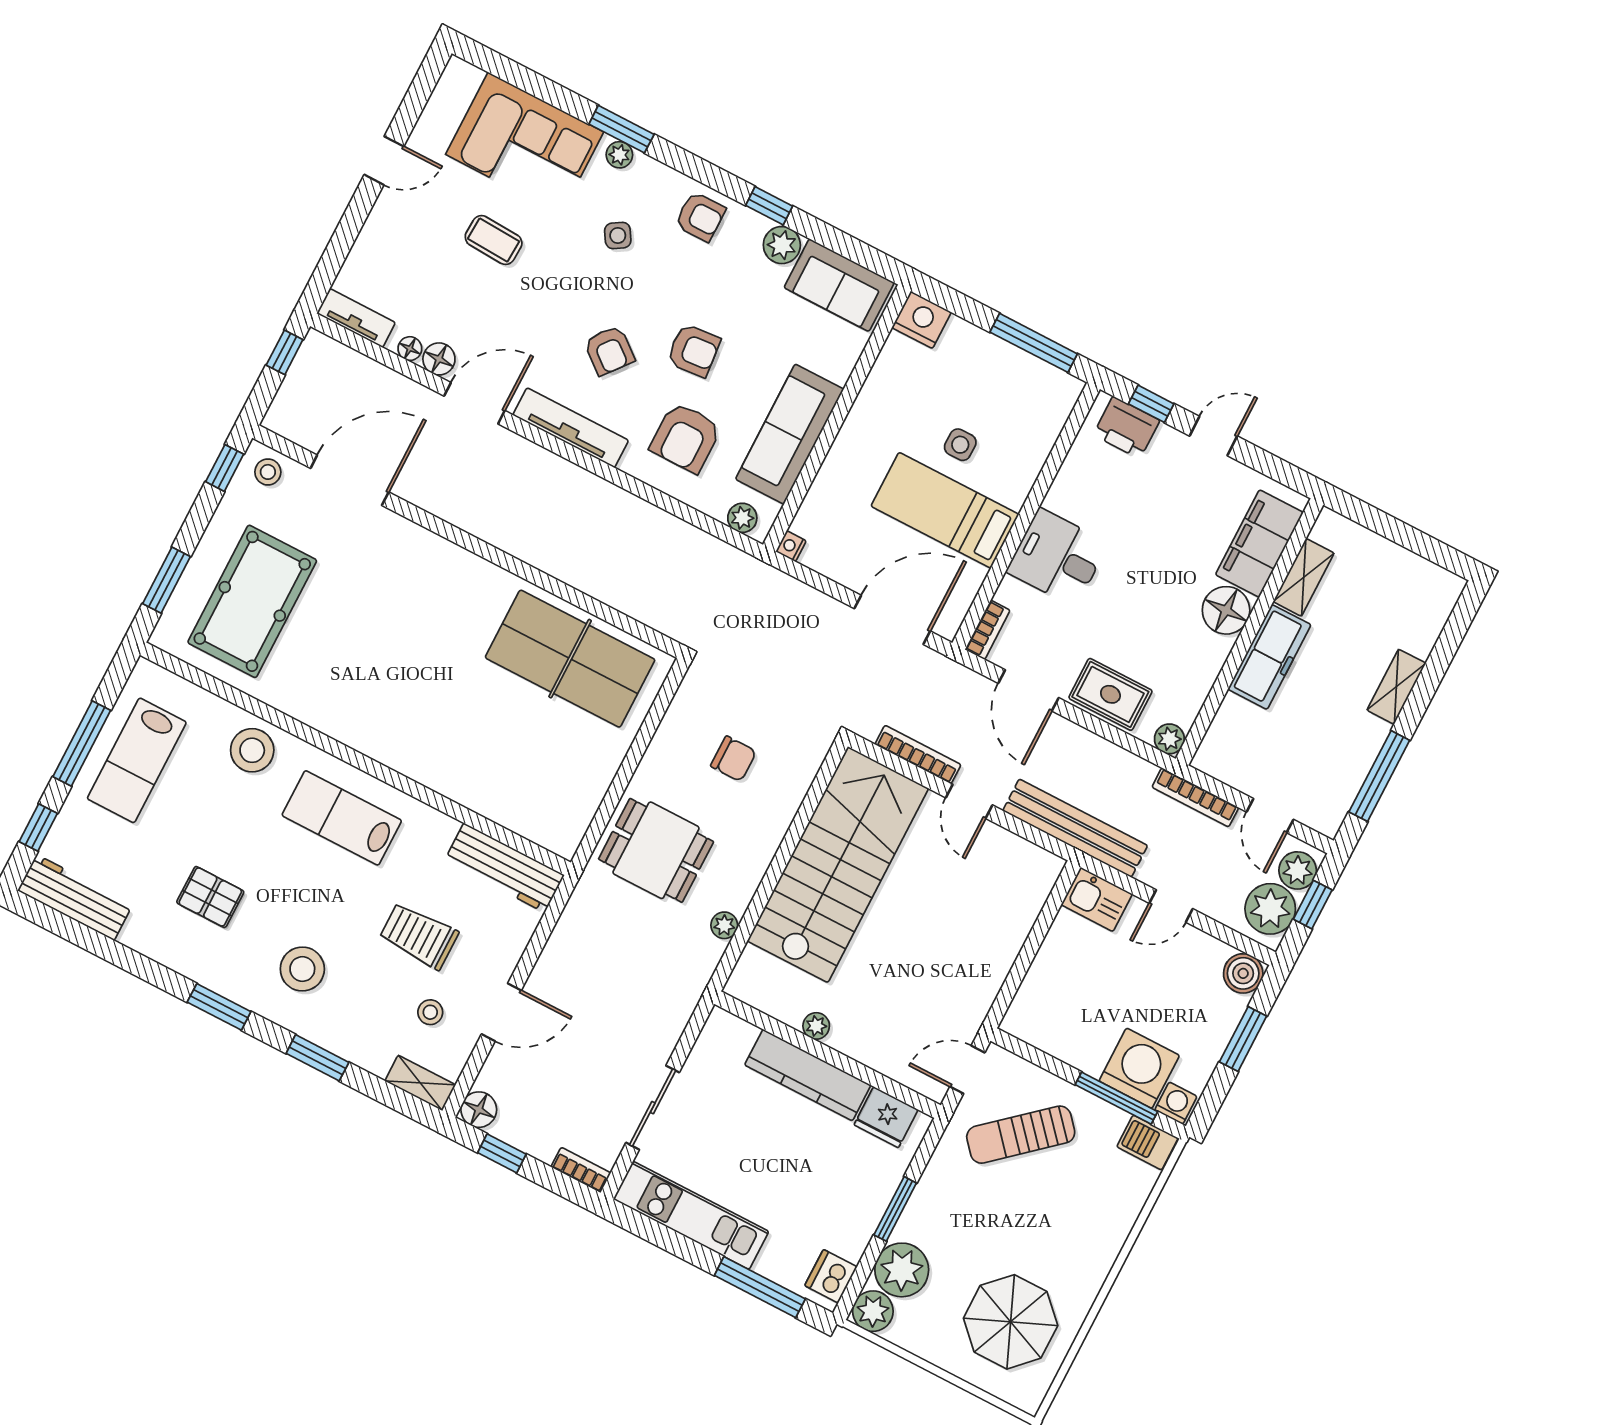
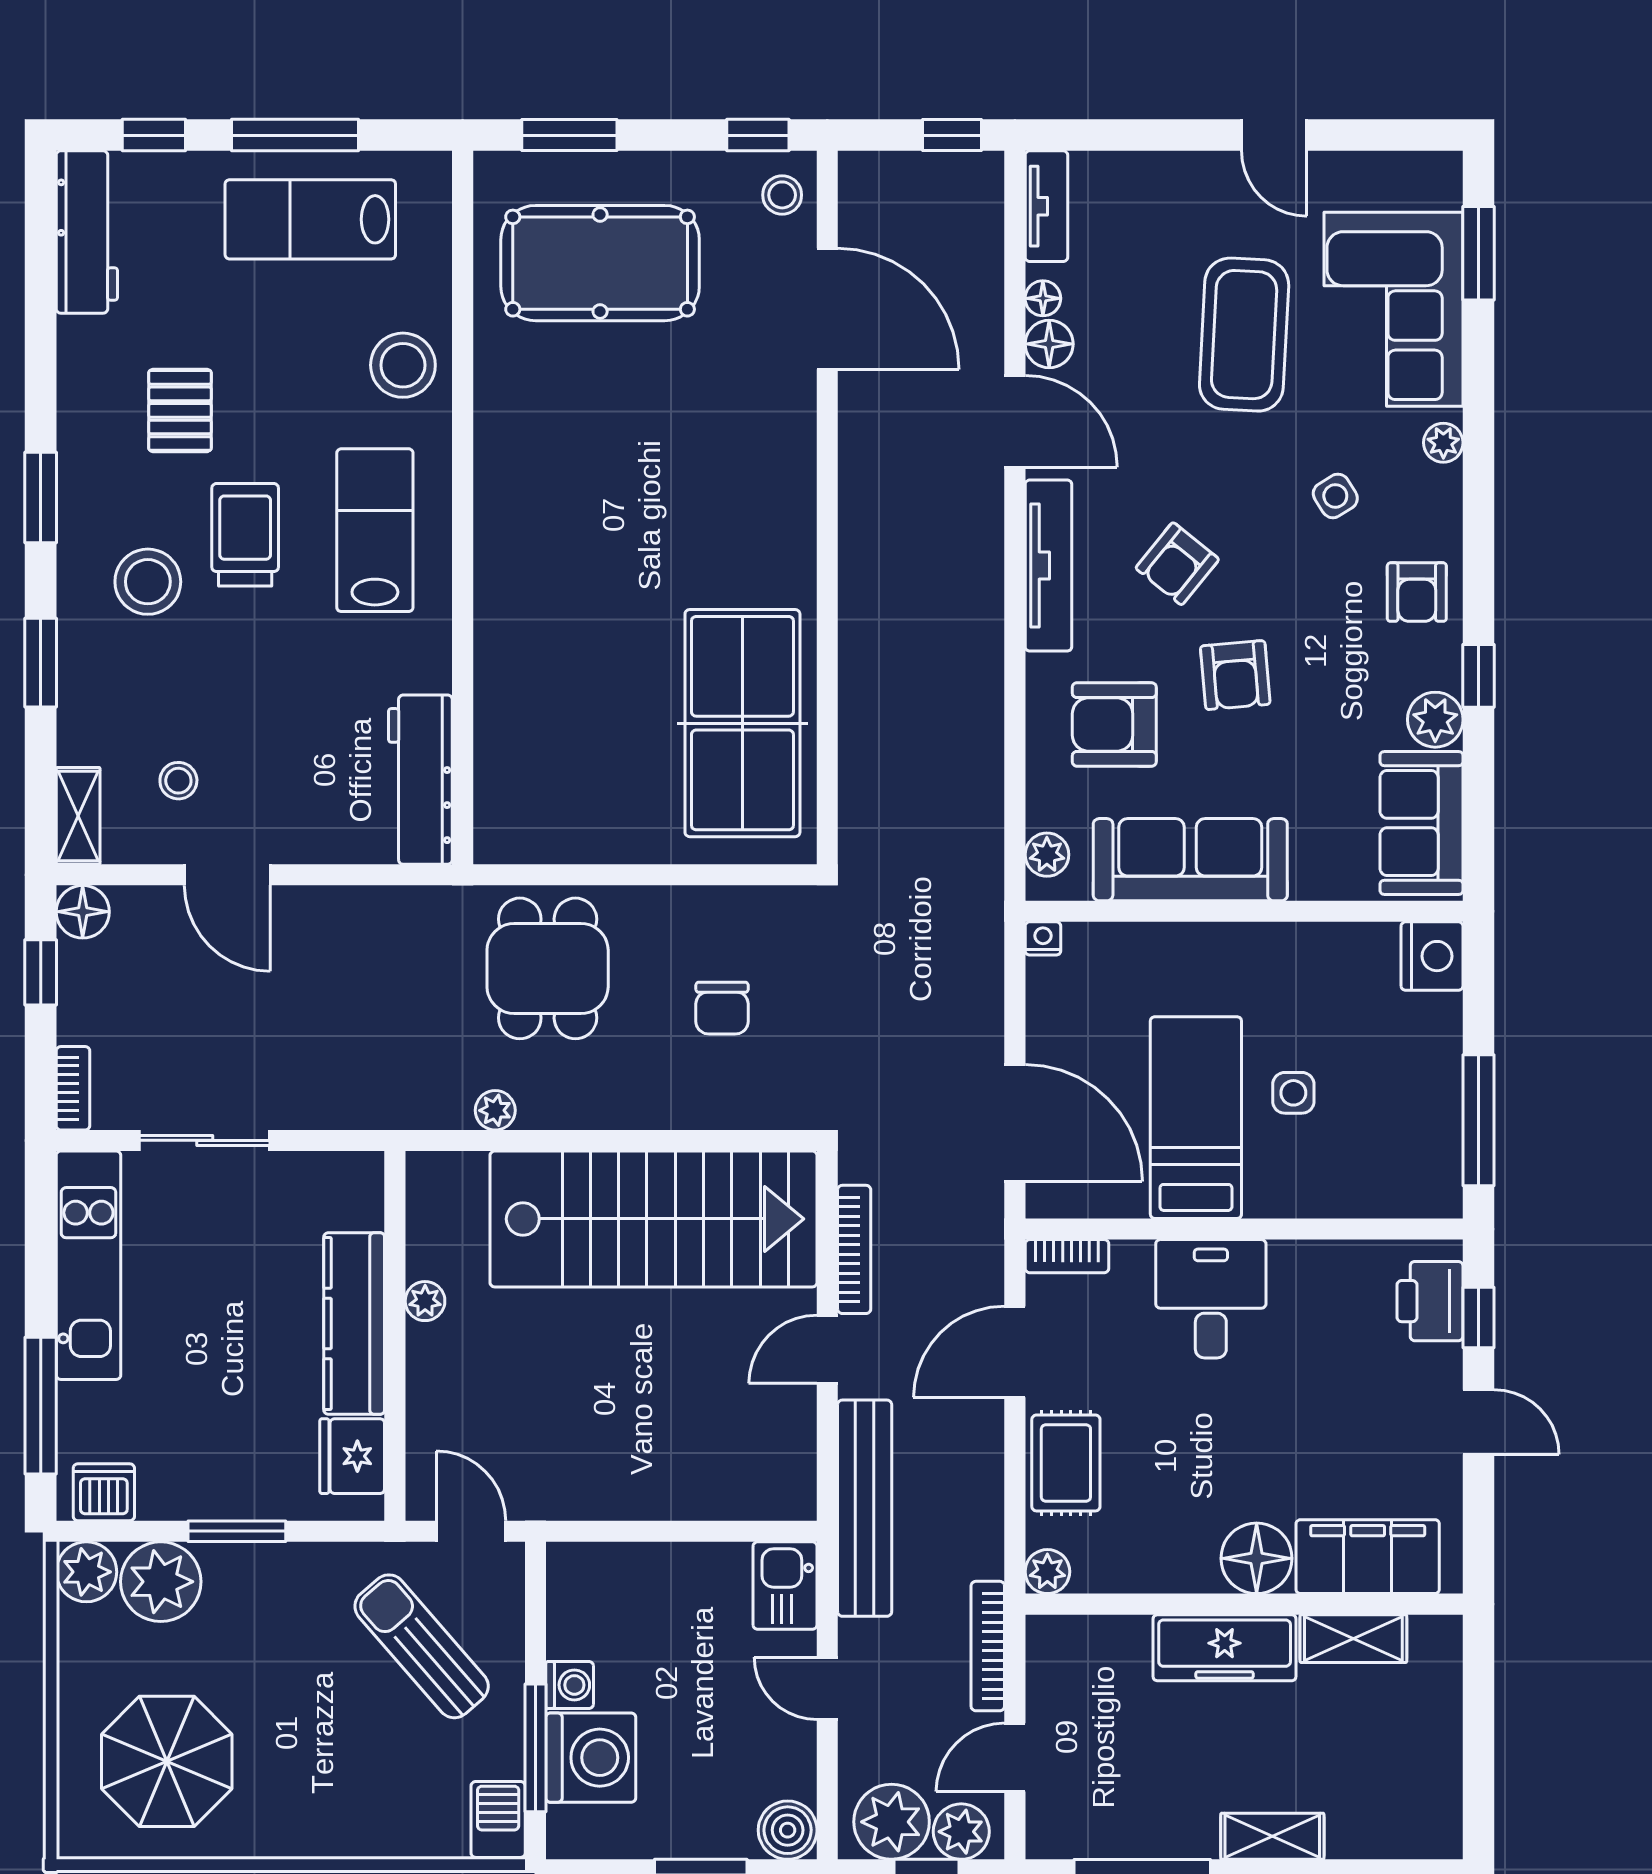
window: (621, 129) -> (1479, 253), moved
coffee table: (494, 240) -> (1244, 335), width x1.86, depth x1.72
trolley: (419, 936) -> (245, 535), moved
washing machine: (1176, 1103) -> (570, 1685), moved

